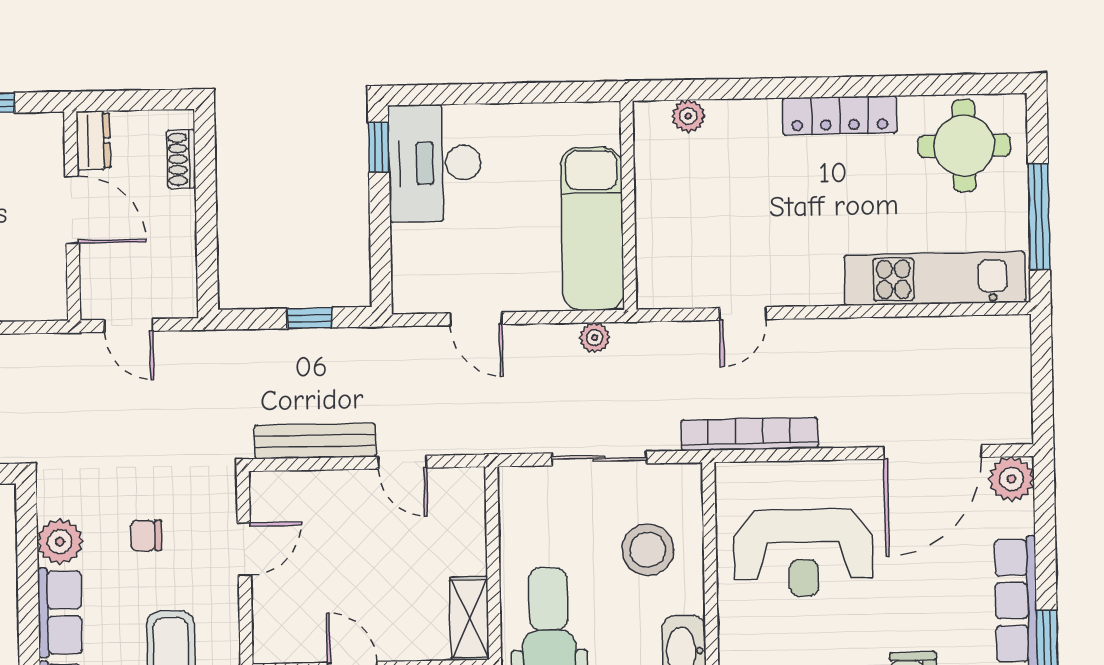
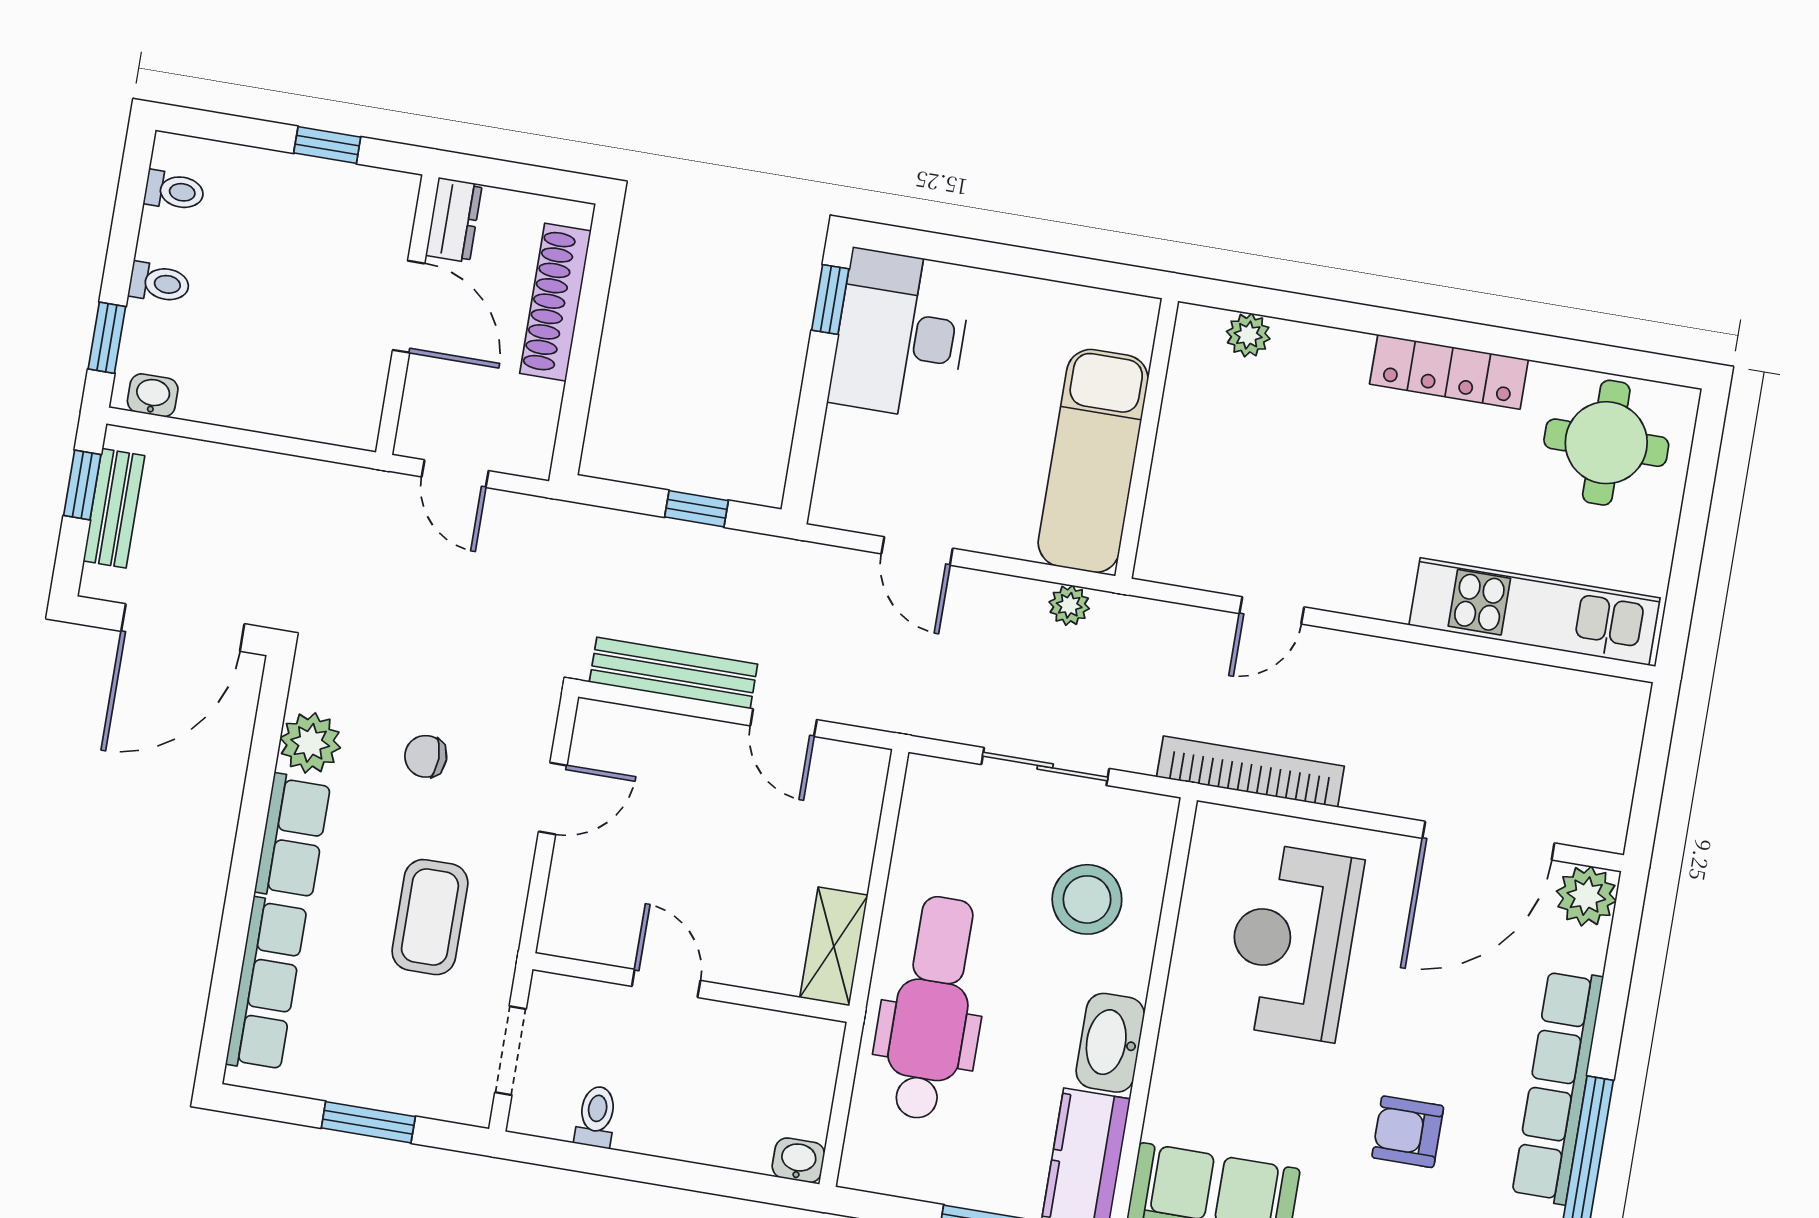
shoe rack: (181, 159) -> (555, 302), width x1.94, depth x1.24
window: (1039, 217) -> (1688, 555), removed
reception desk: (803, 553) -> (1292, 942), turned 90

